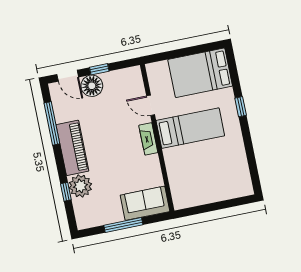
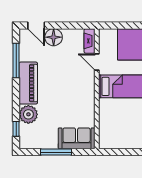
window: (99, 69) -> (62, 25), removed
fireplace: (148, 139) -> (90, 41), moved
window: (66, 192) -> (16, 129), moved

